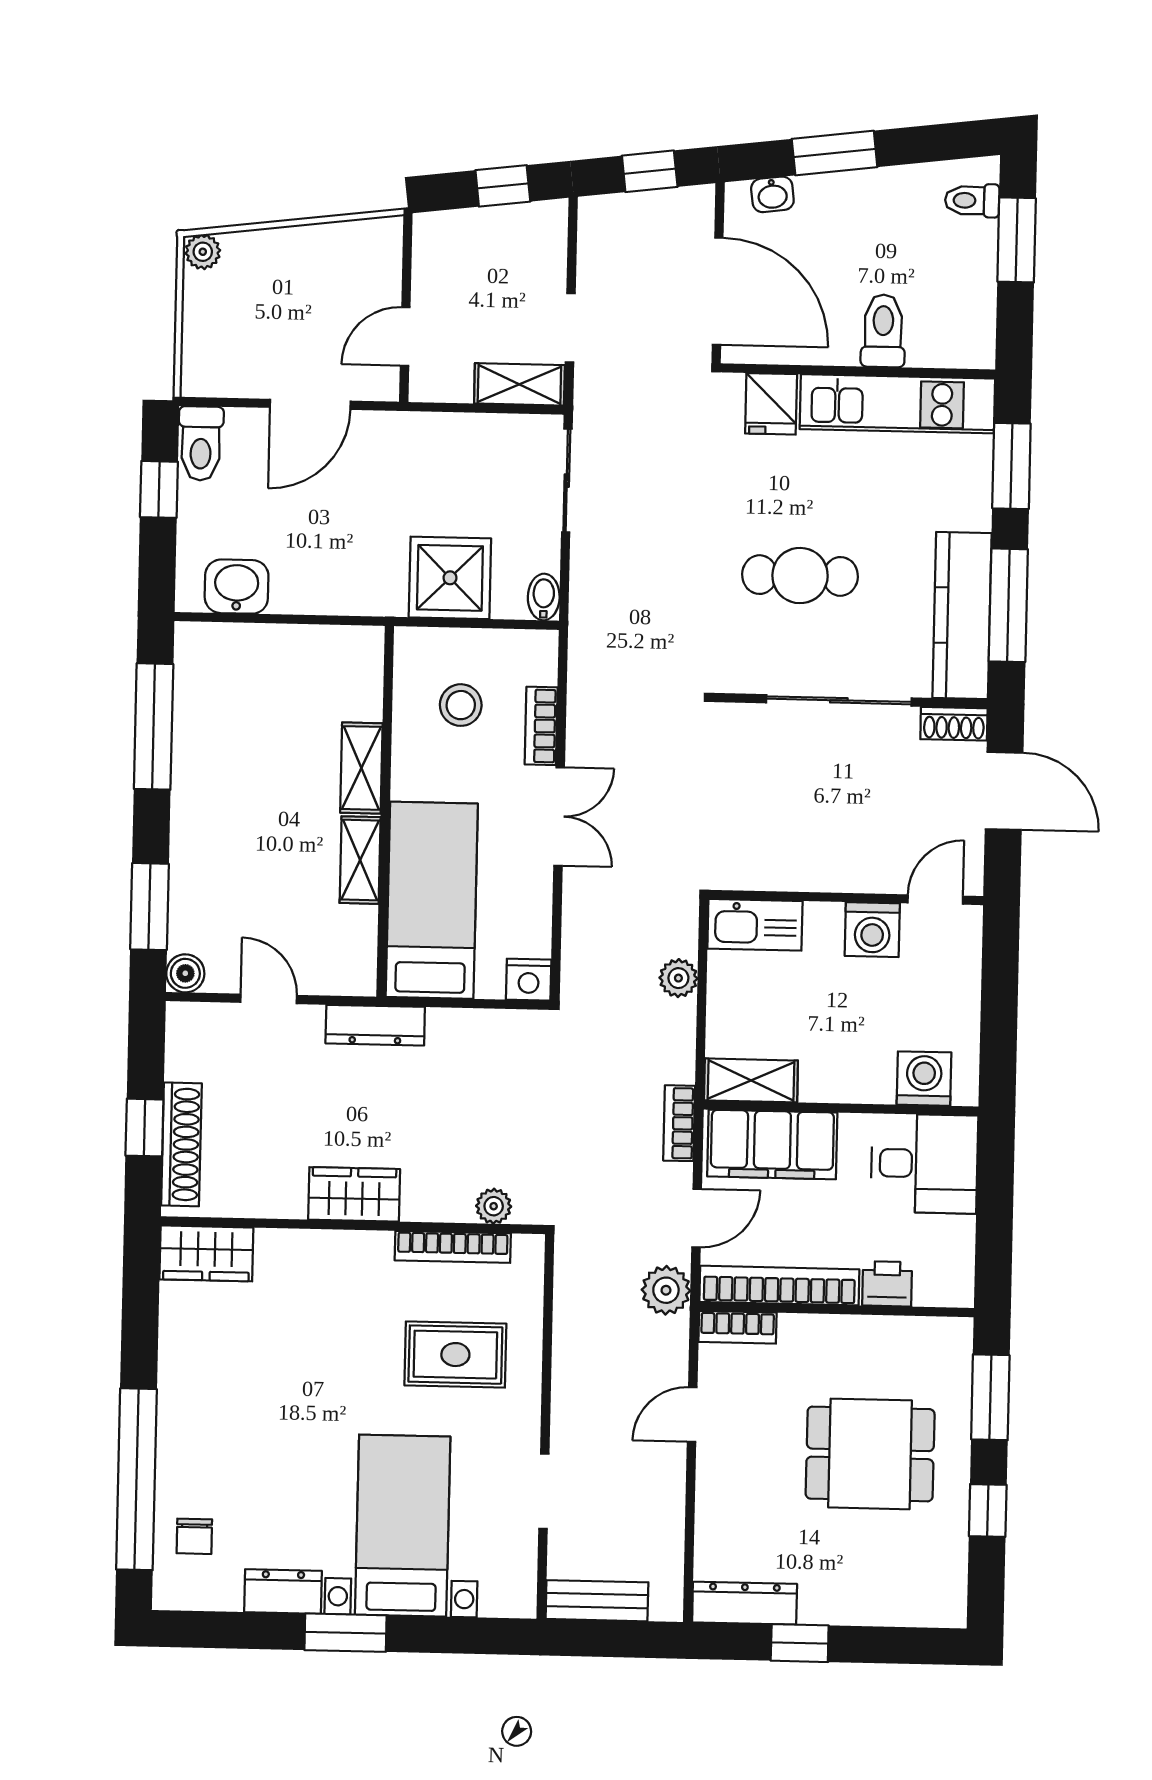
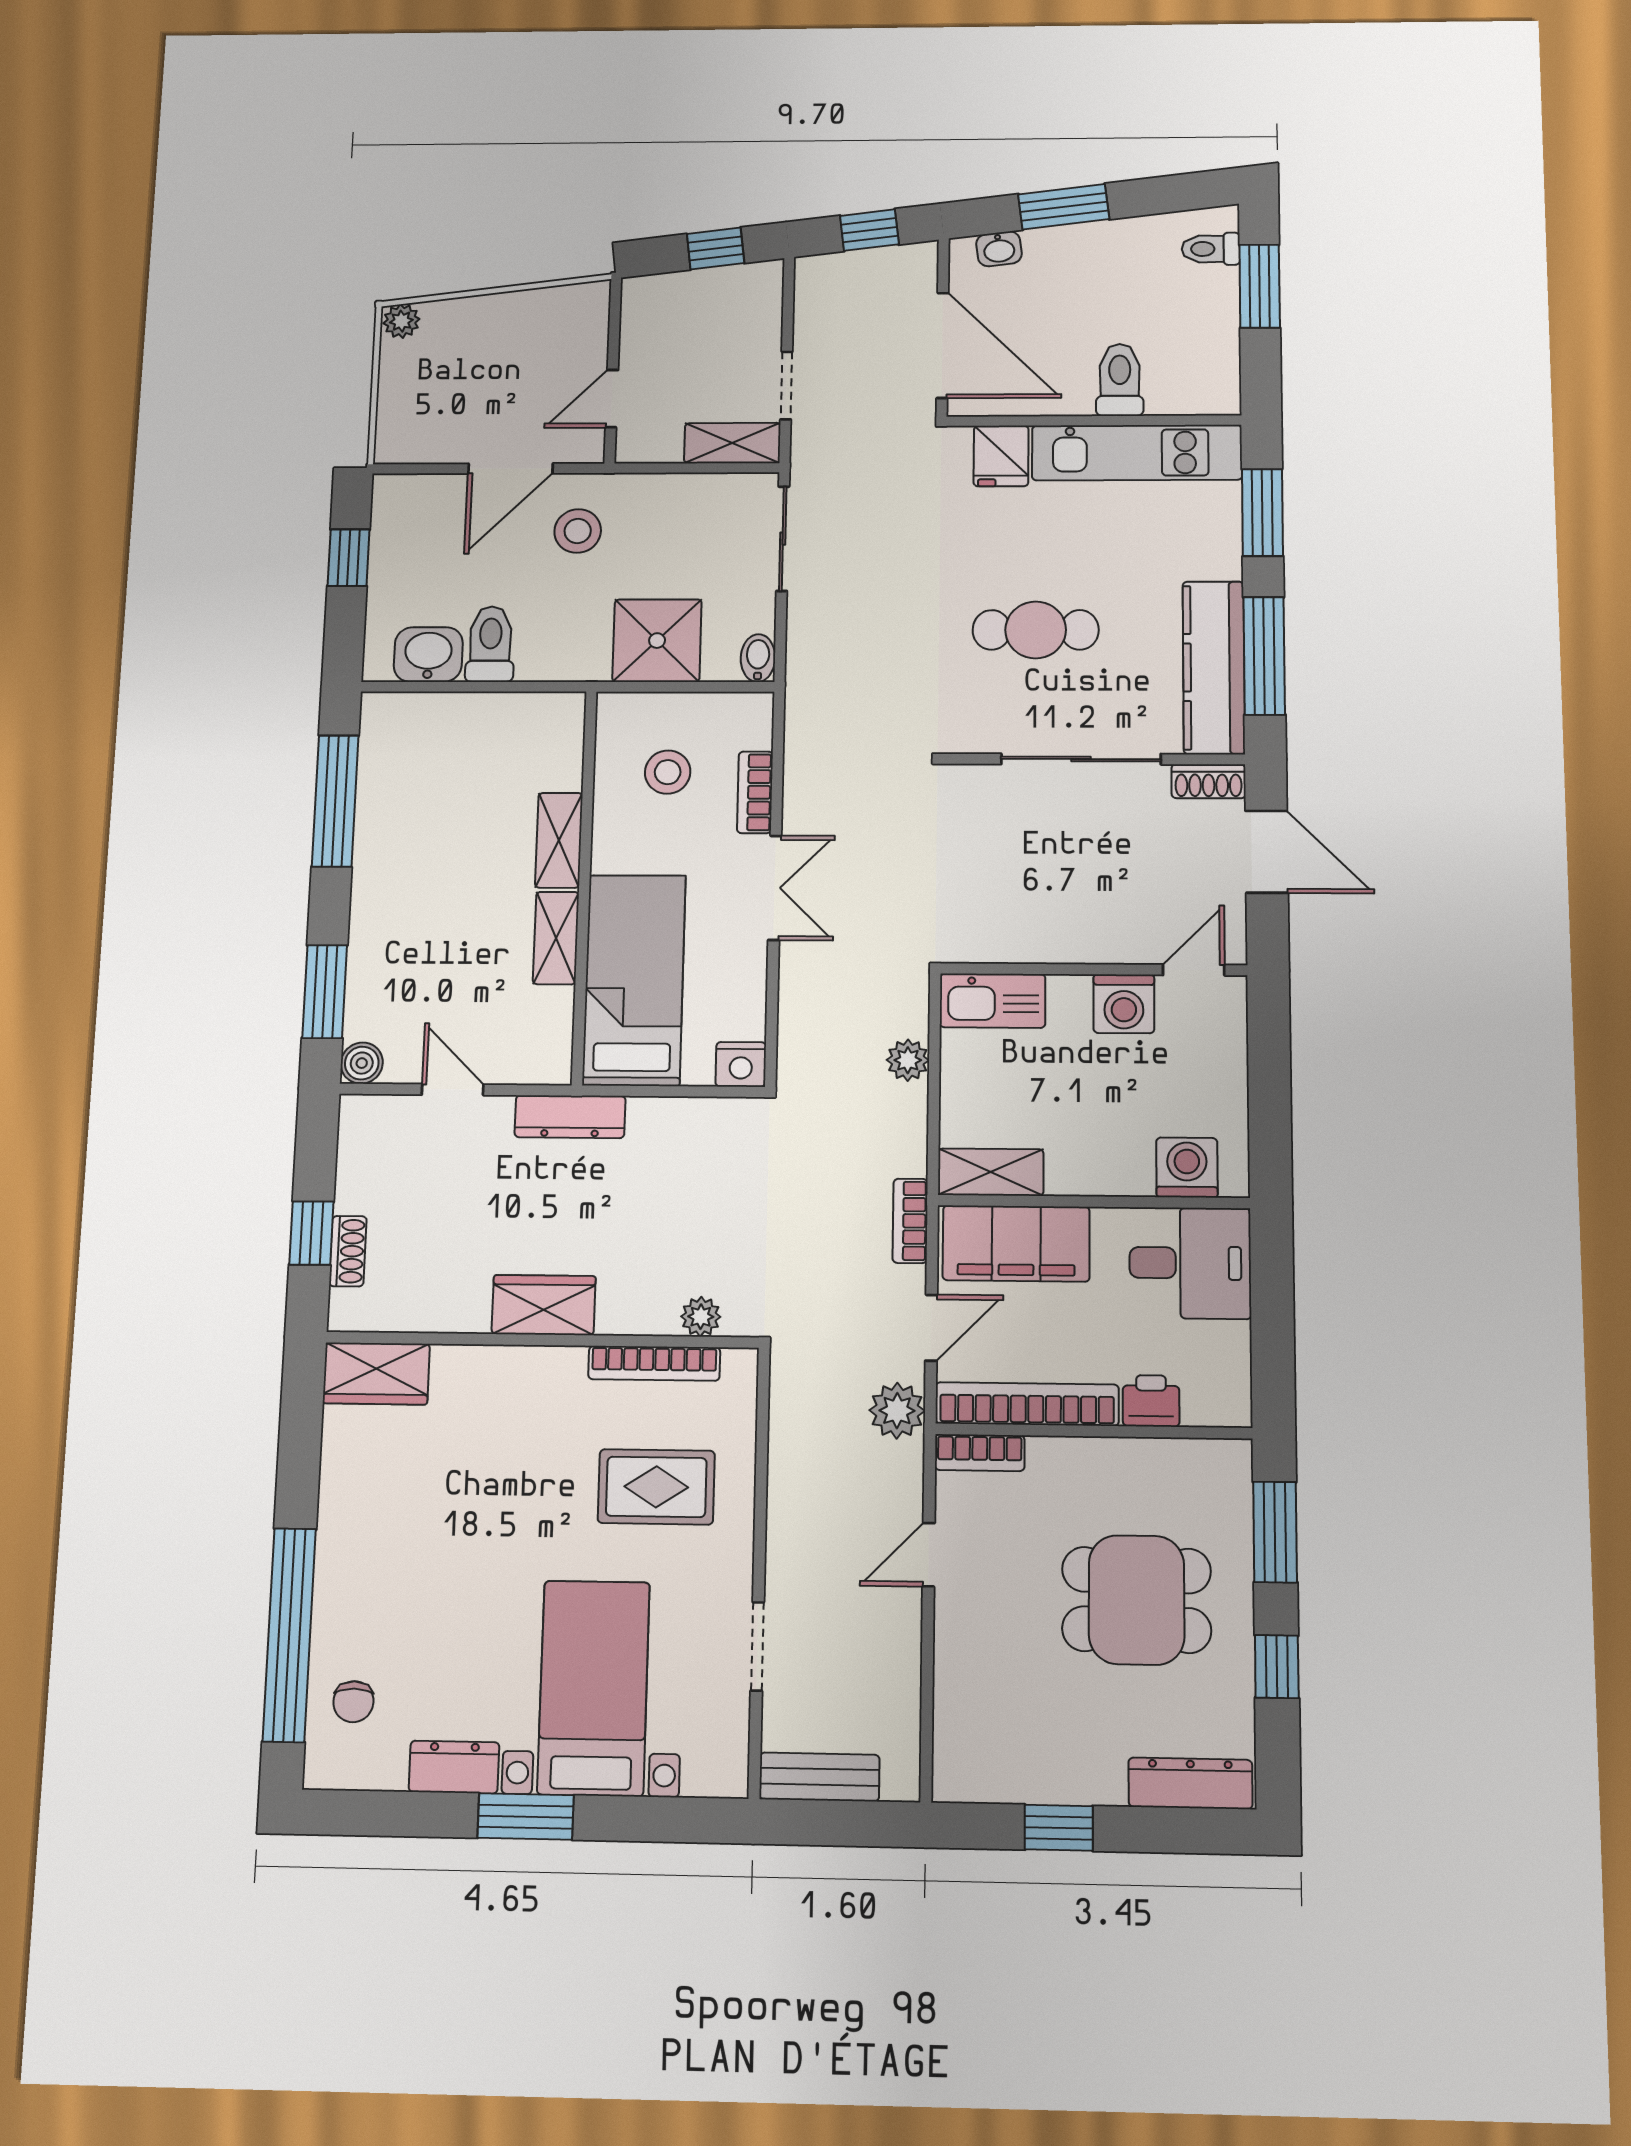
toilet: (201, 443) -> (490, 644), moved, turned 180
stool: (375, 468) -> (578, 531), added
shoe rack: (181, 1144) -> (348, 1251), width x0.51, depth x0.81
dresser: (745, 1603) -> (1190, 1783), moved

